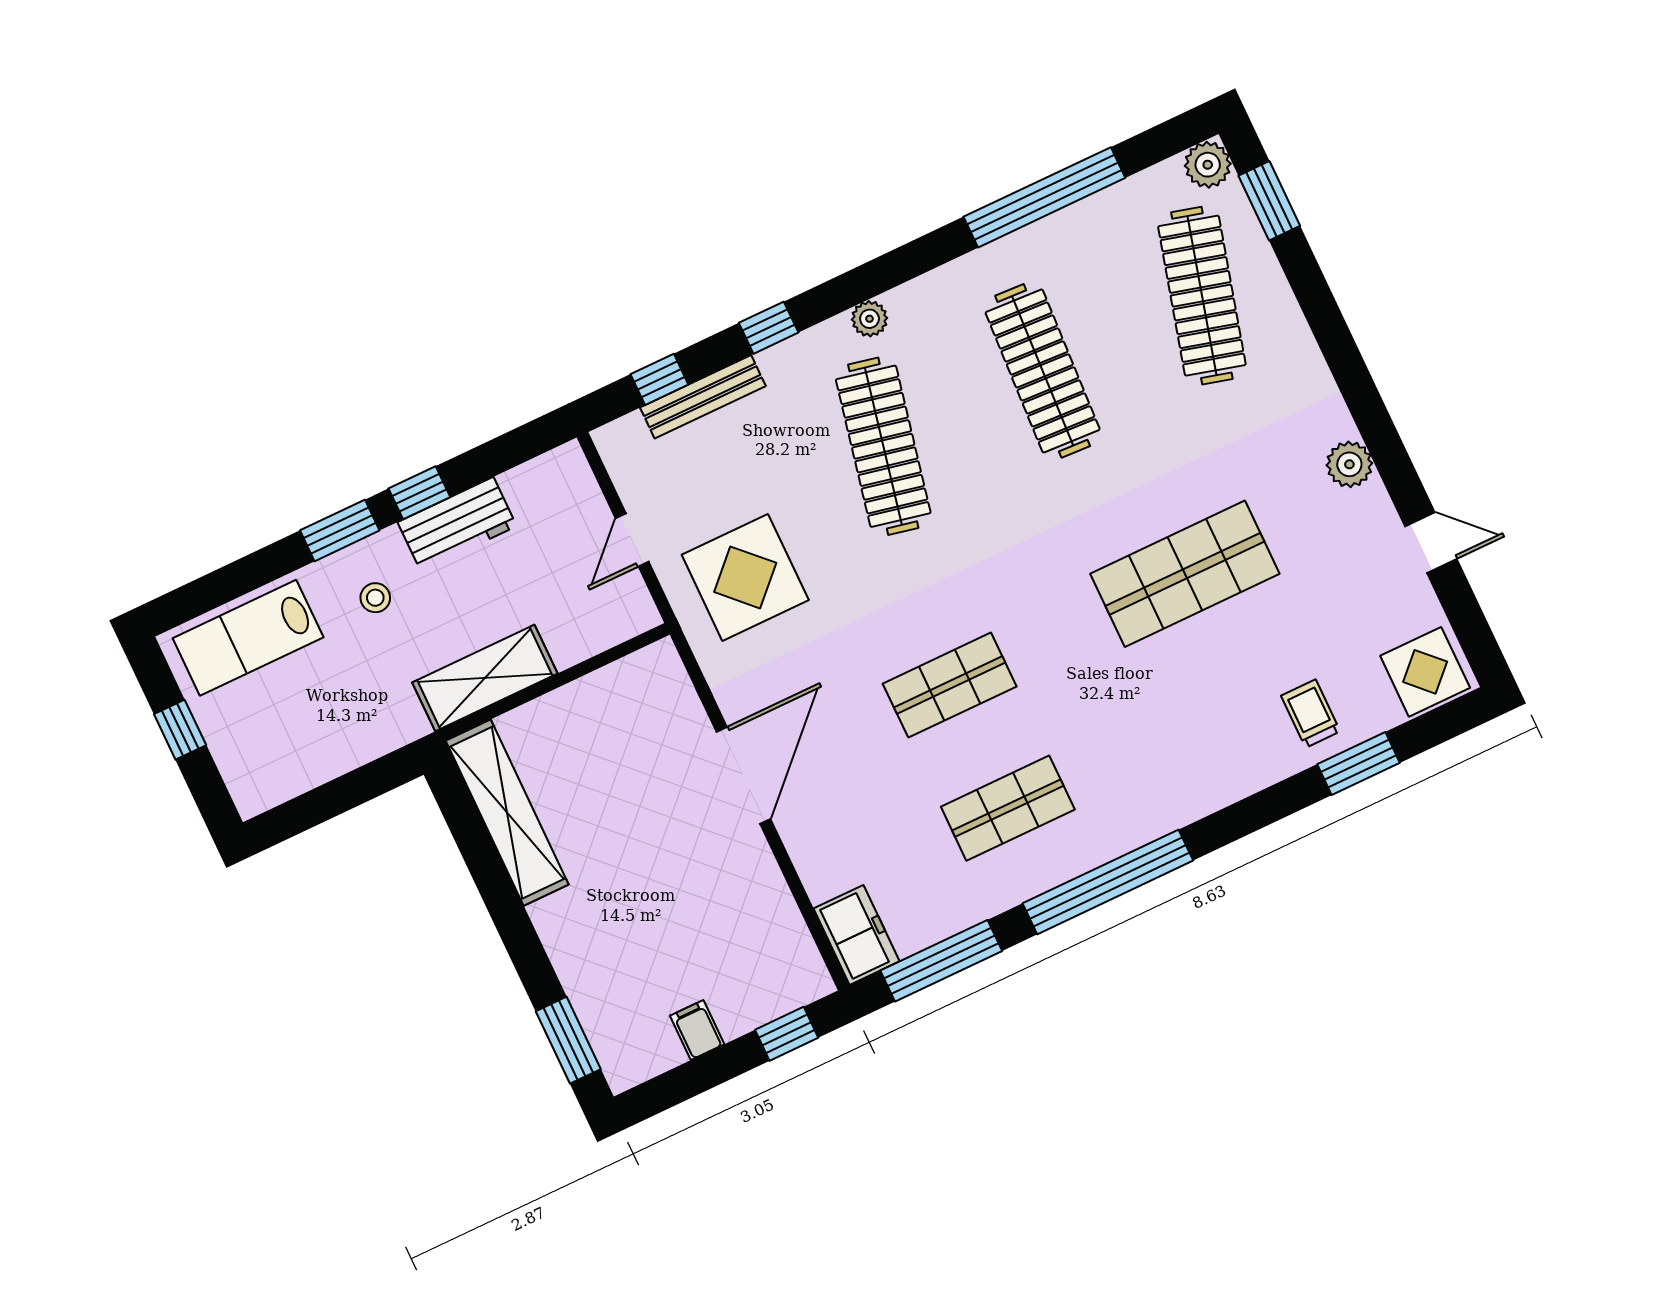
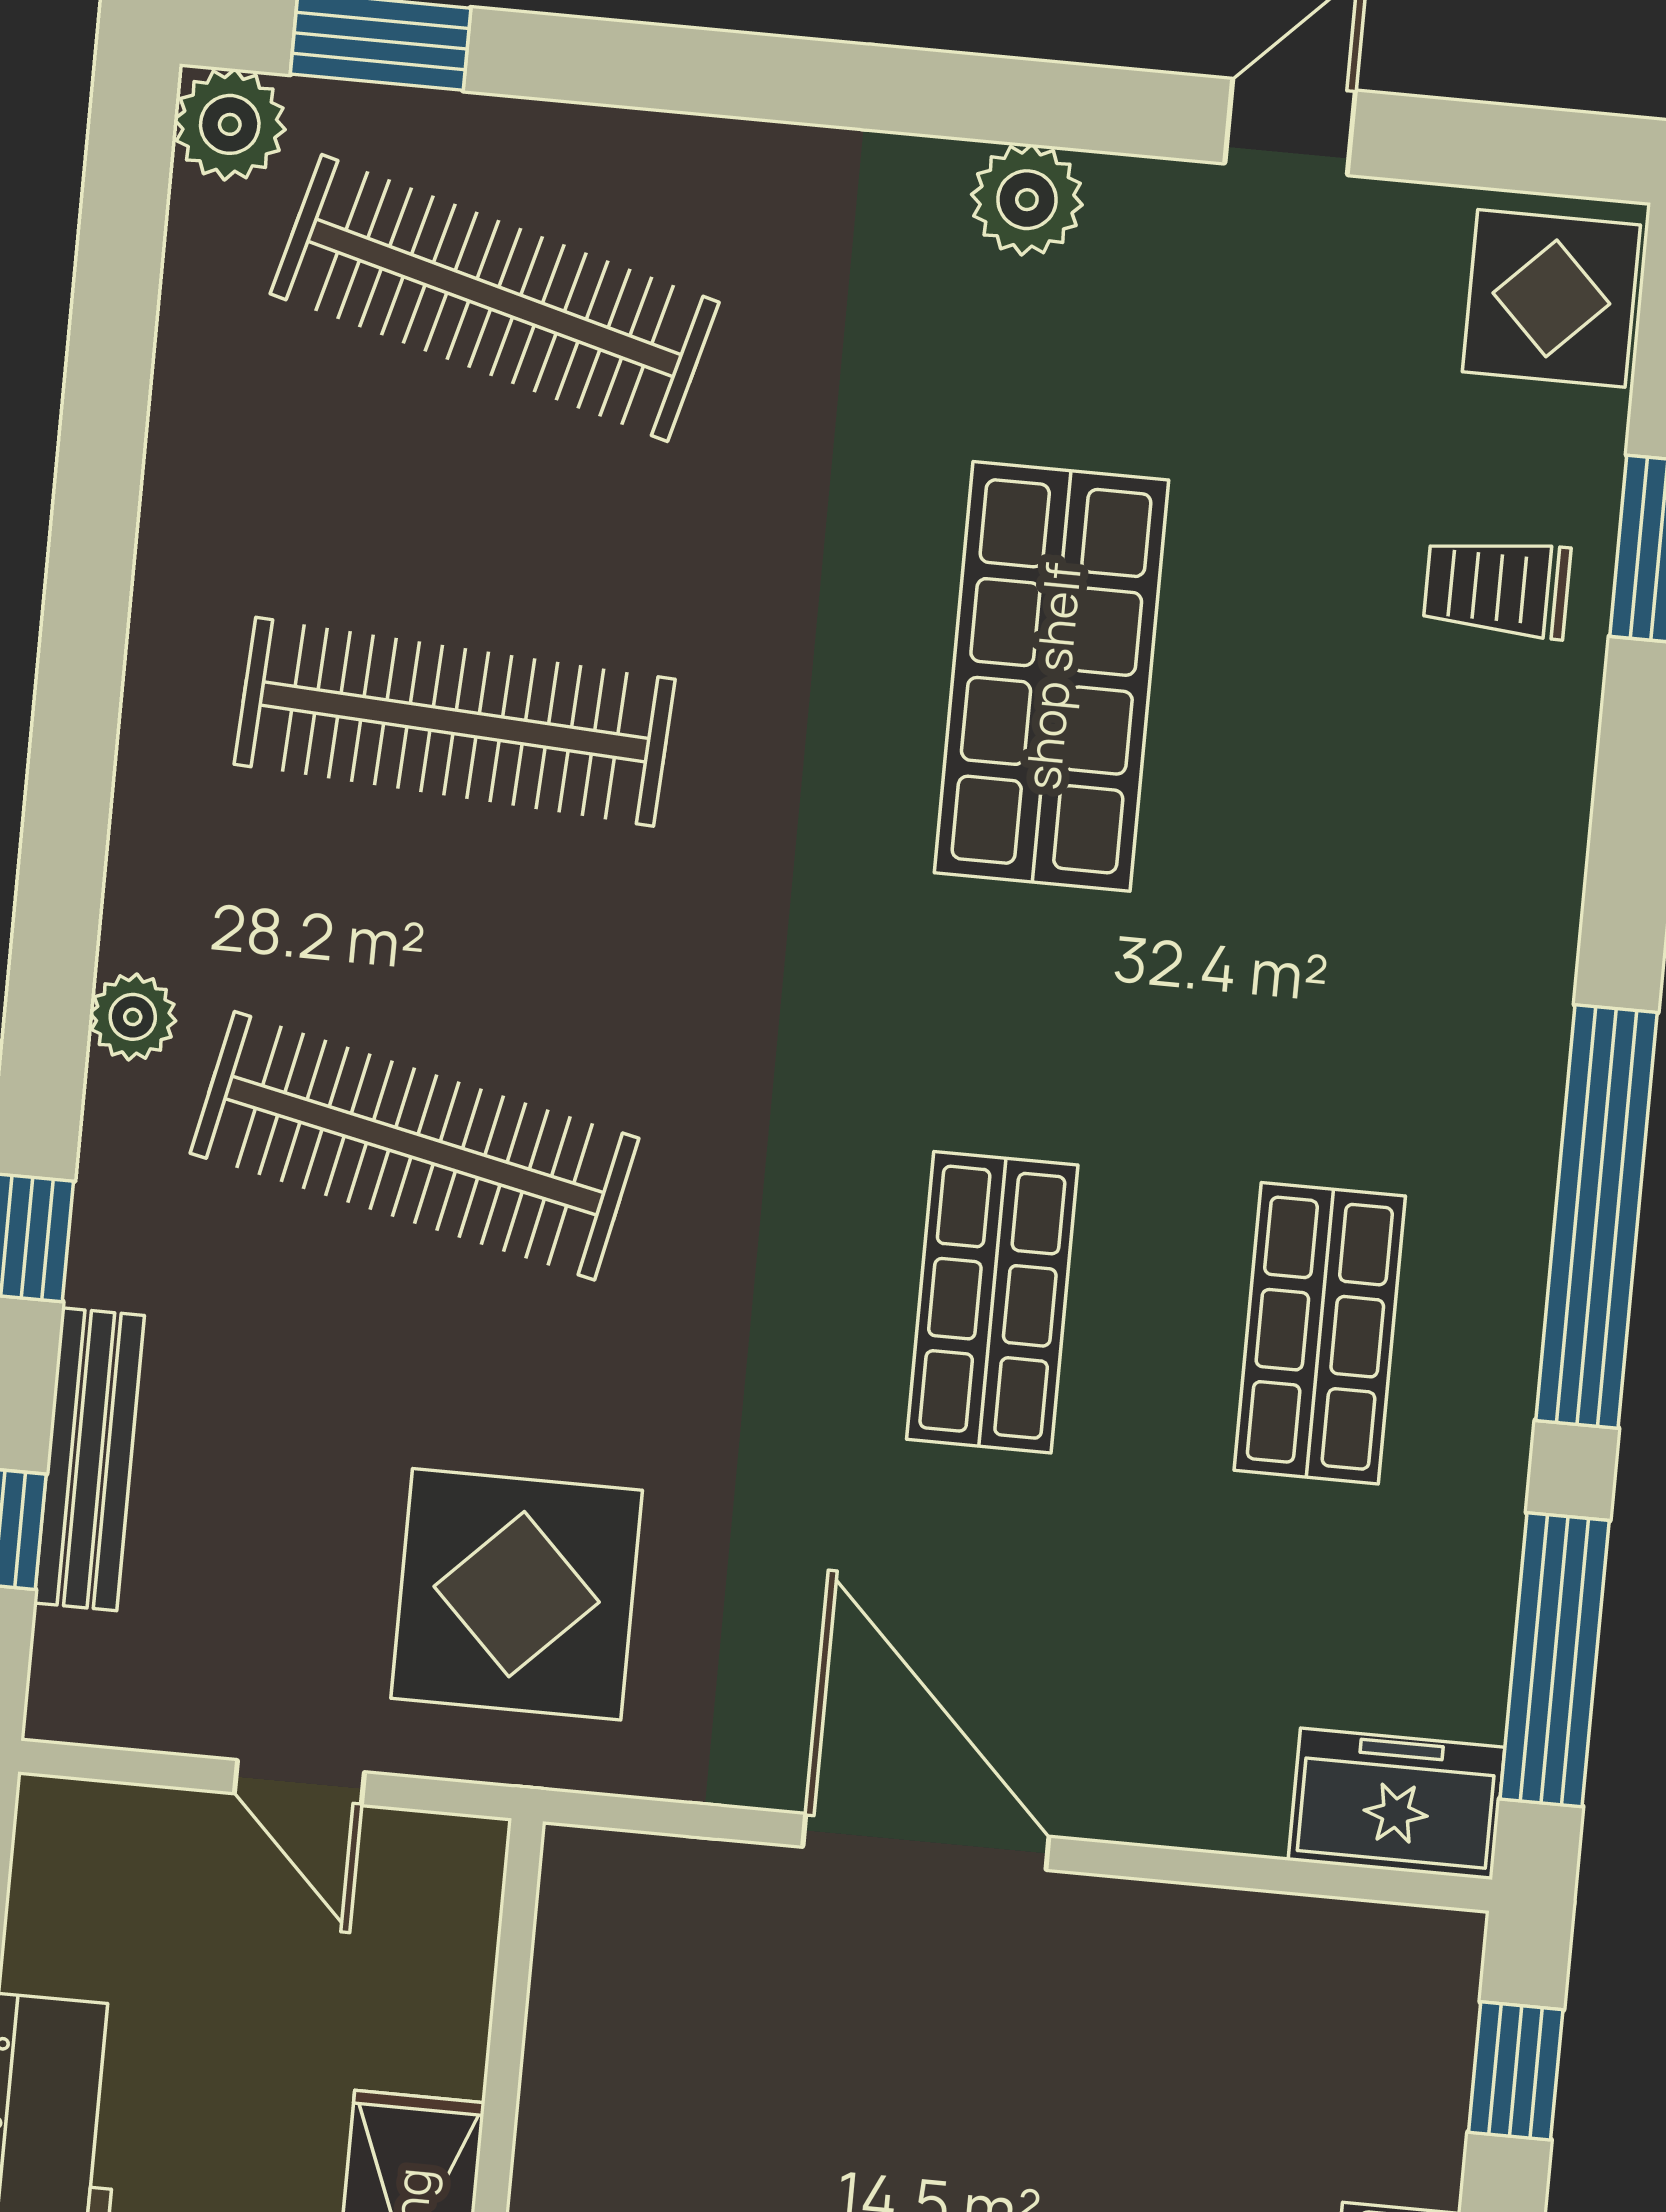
window: (1044, 197) -> (96, 504), removed

